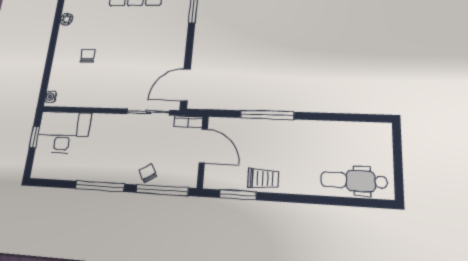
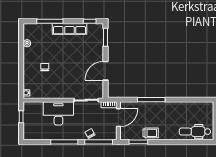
door: (186, 85) -> (106, 71), moved
desk: (63, 132) -> (58, 113), moved
door: (203, 146) -> (118, 118), hinge flipped

